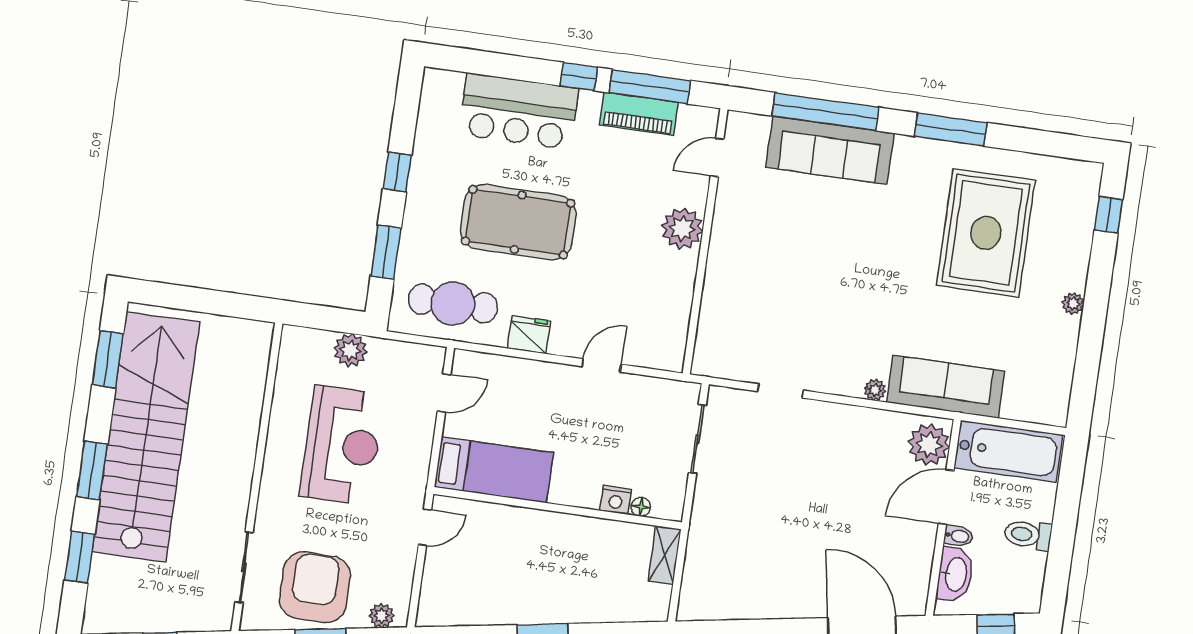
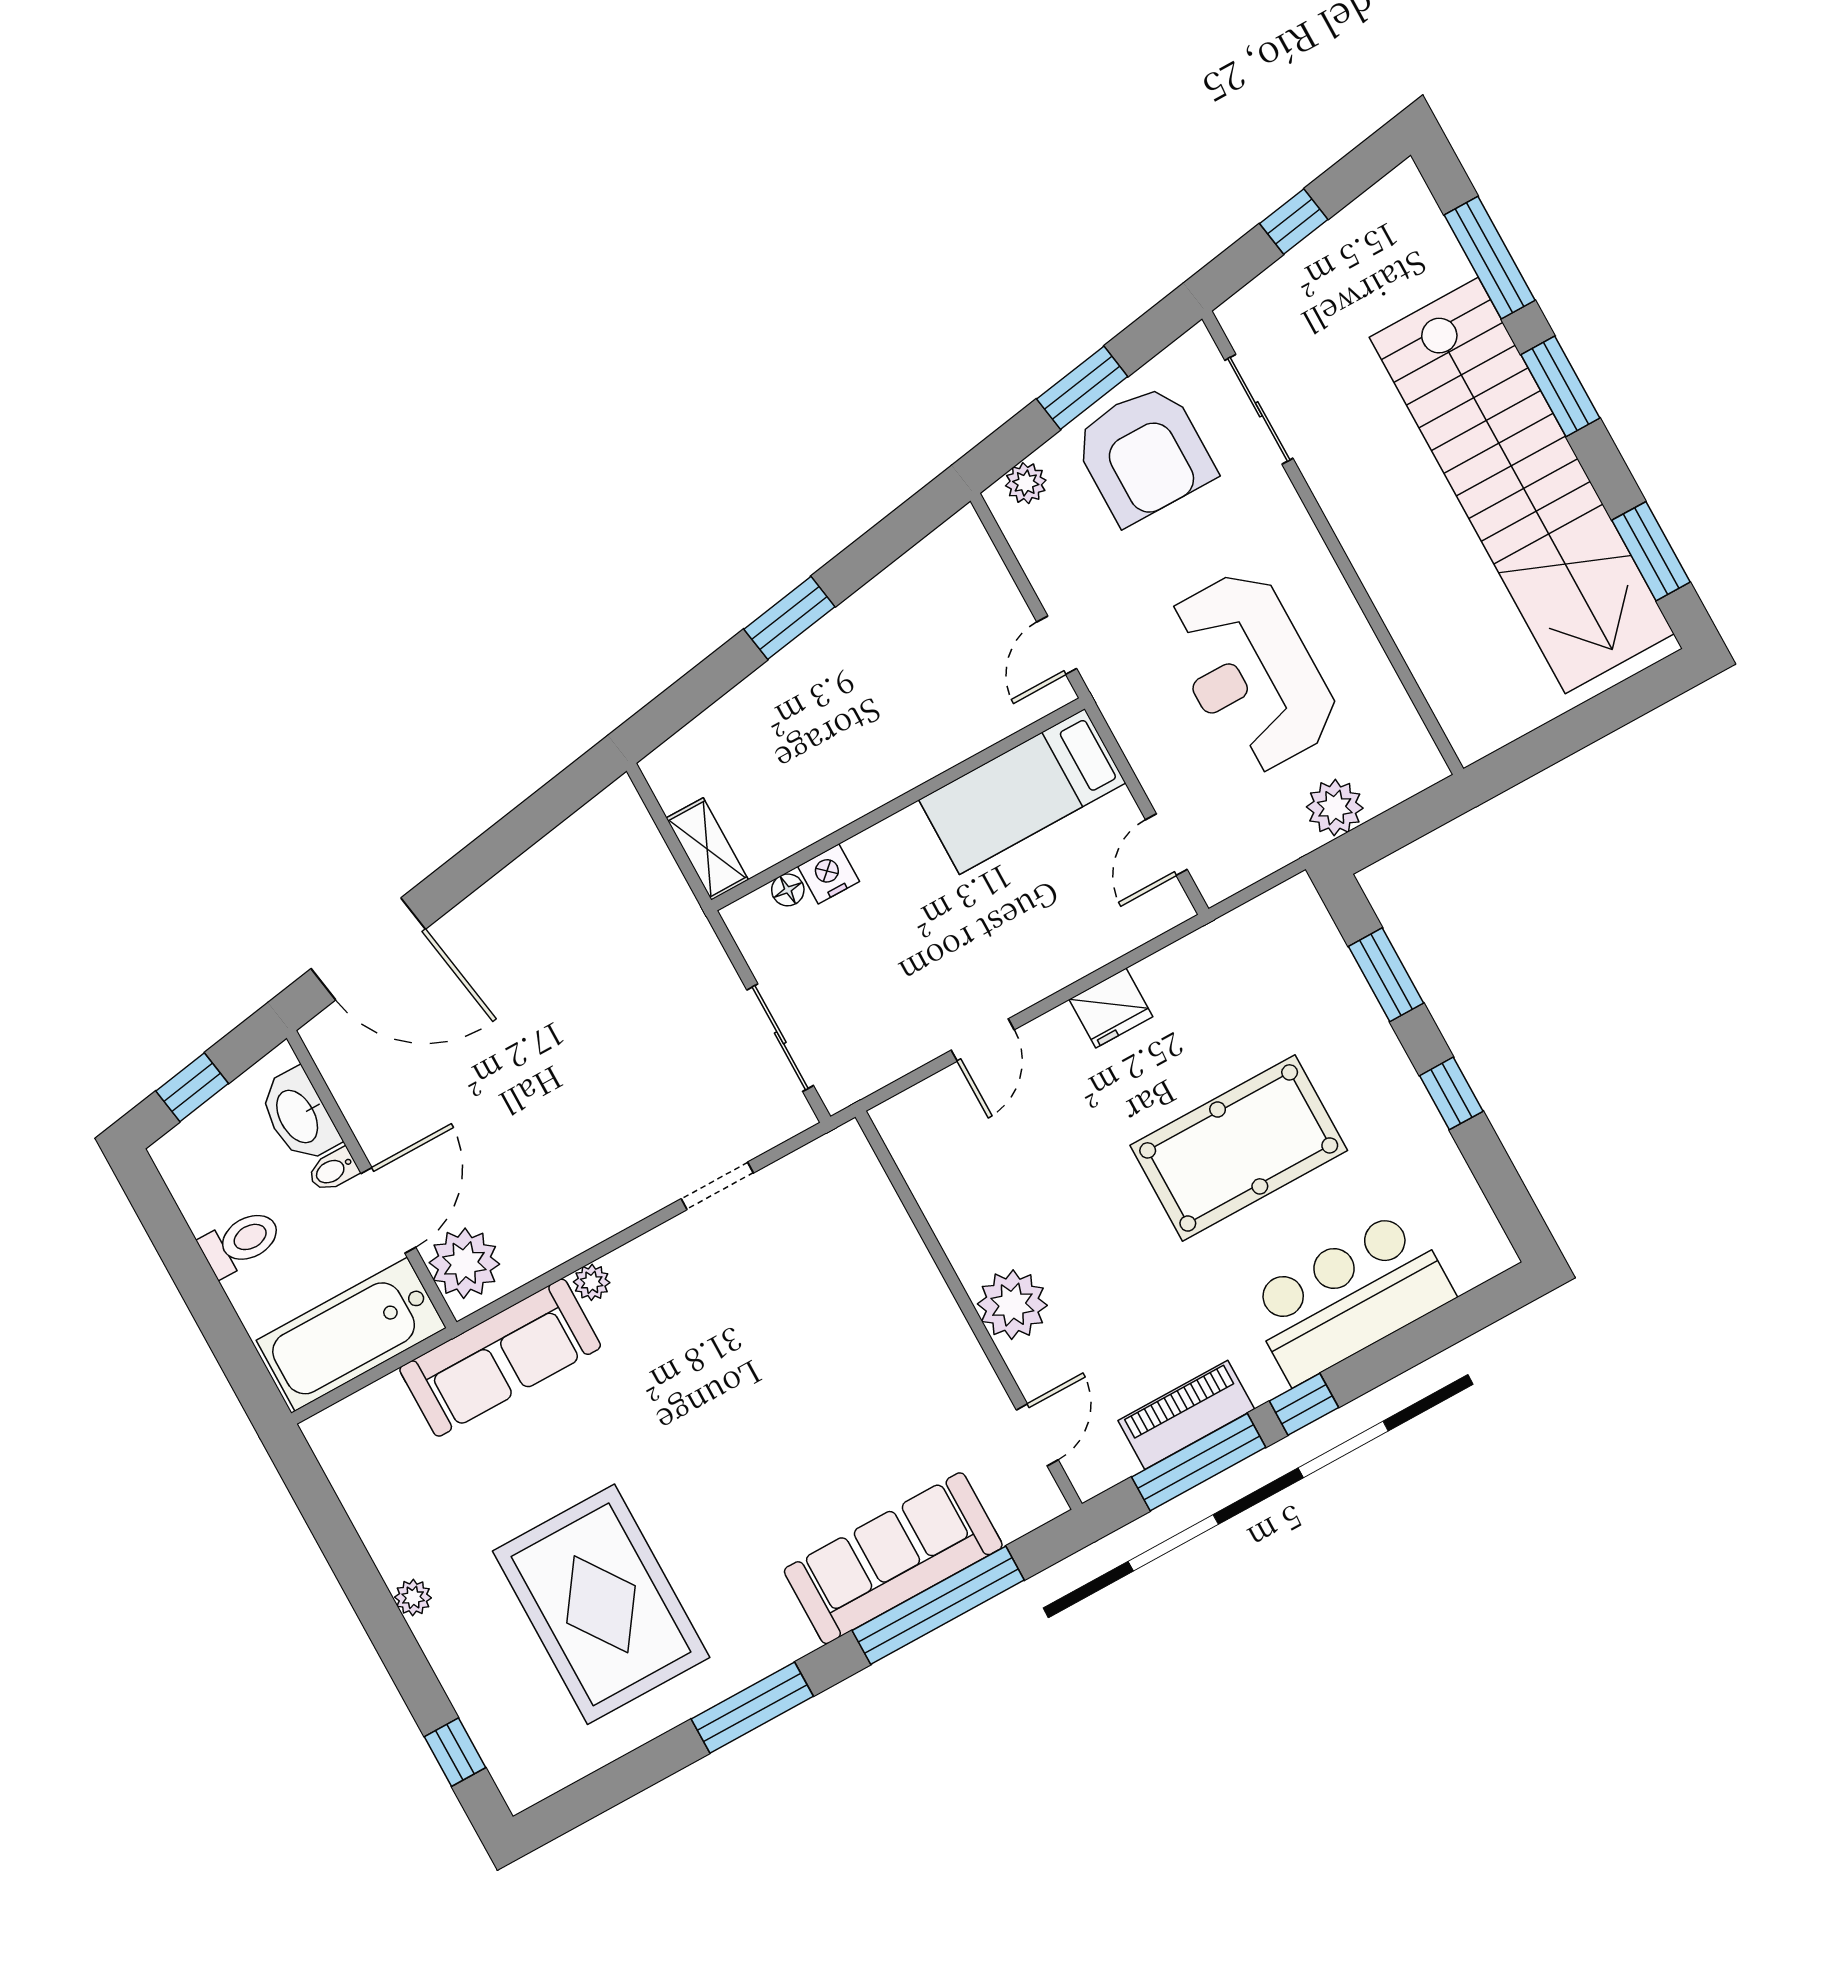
cafe table: (453, 304) -> (1244, 973), removed
window: (80, 557) -> (1490, 258), width x1.44

